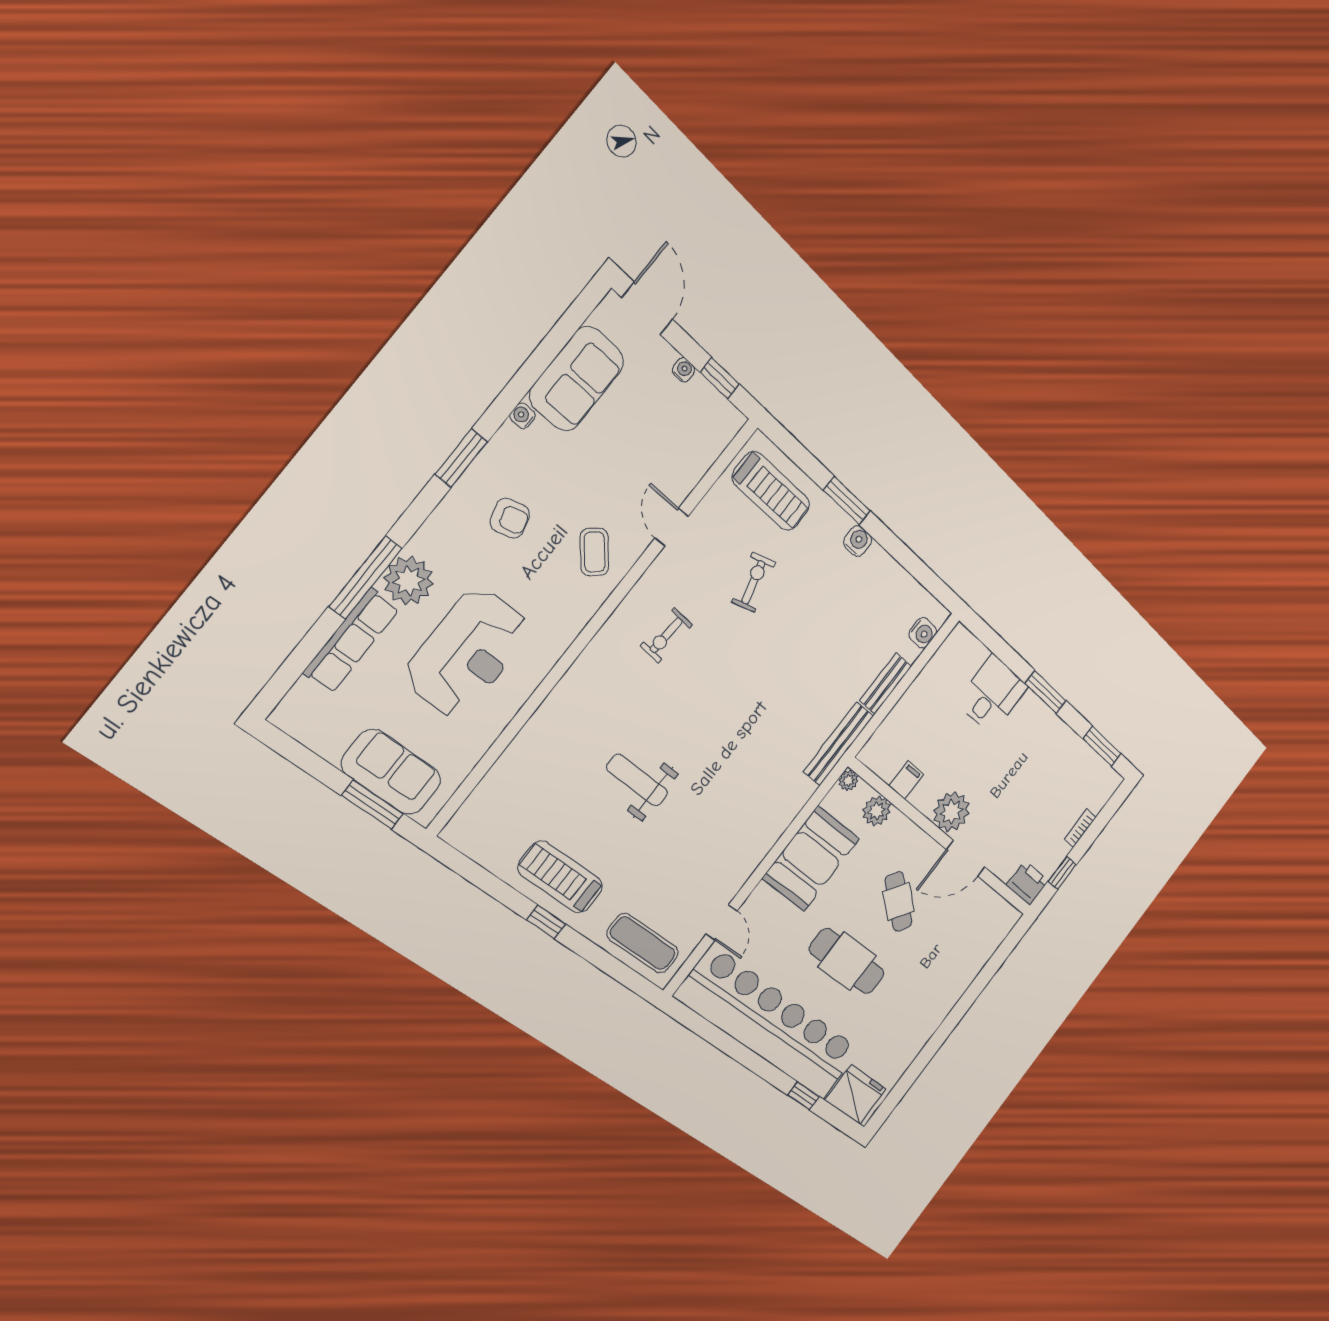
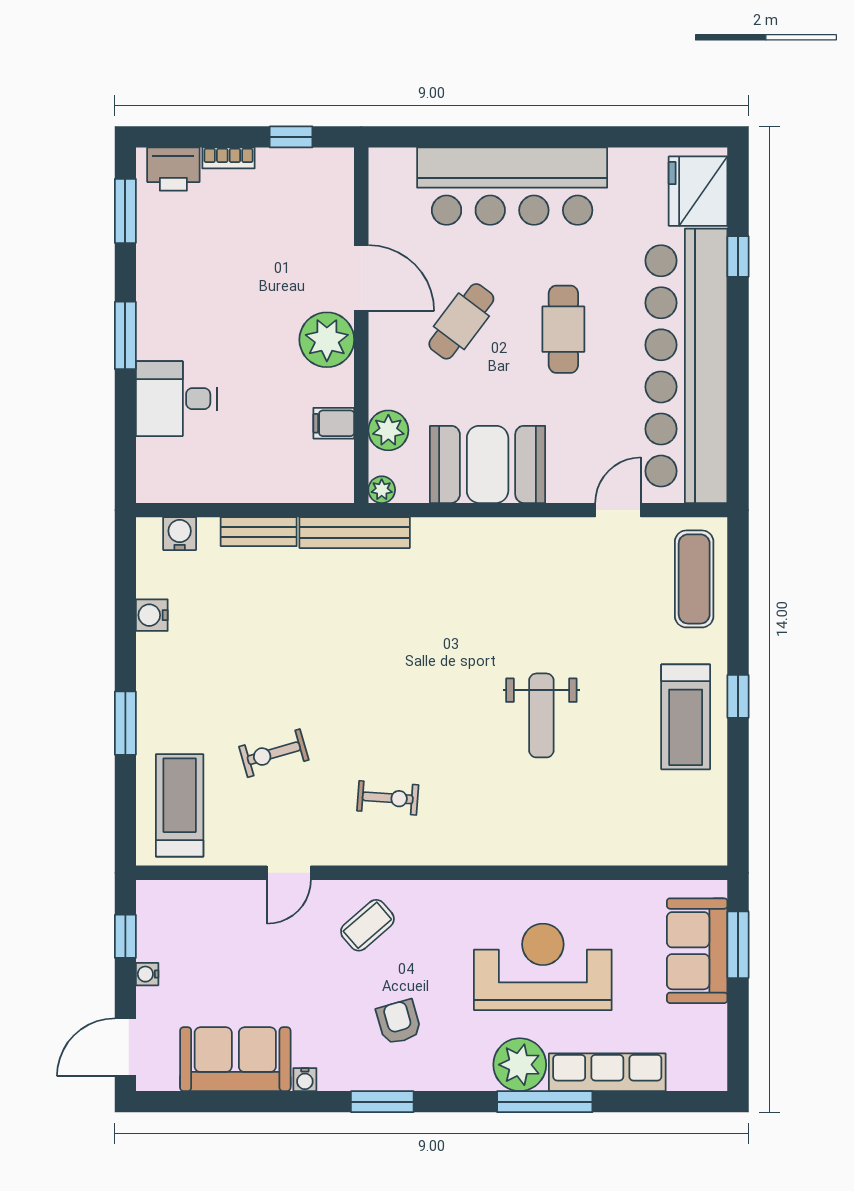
water cooler: (858, 541) -> (152, 615), moved
printer: (1027, 883) -> (173, 169), moved, turned -90
cafe table: (847, 961) -> (563, 329), width x0.73, depth x0.74
bar counter: (942, 984) -> (512, 186), added

